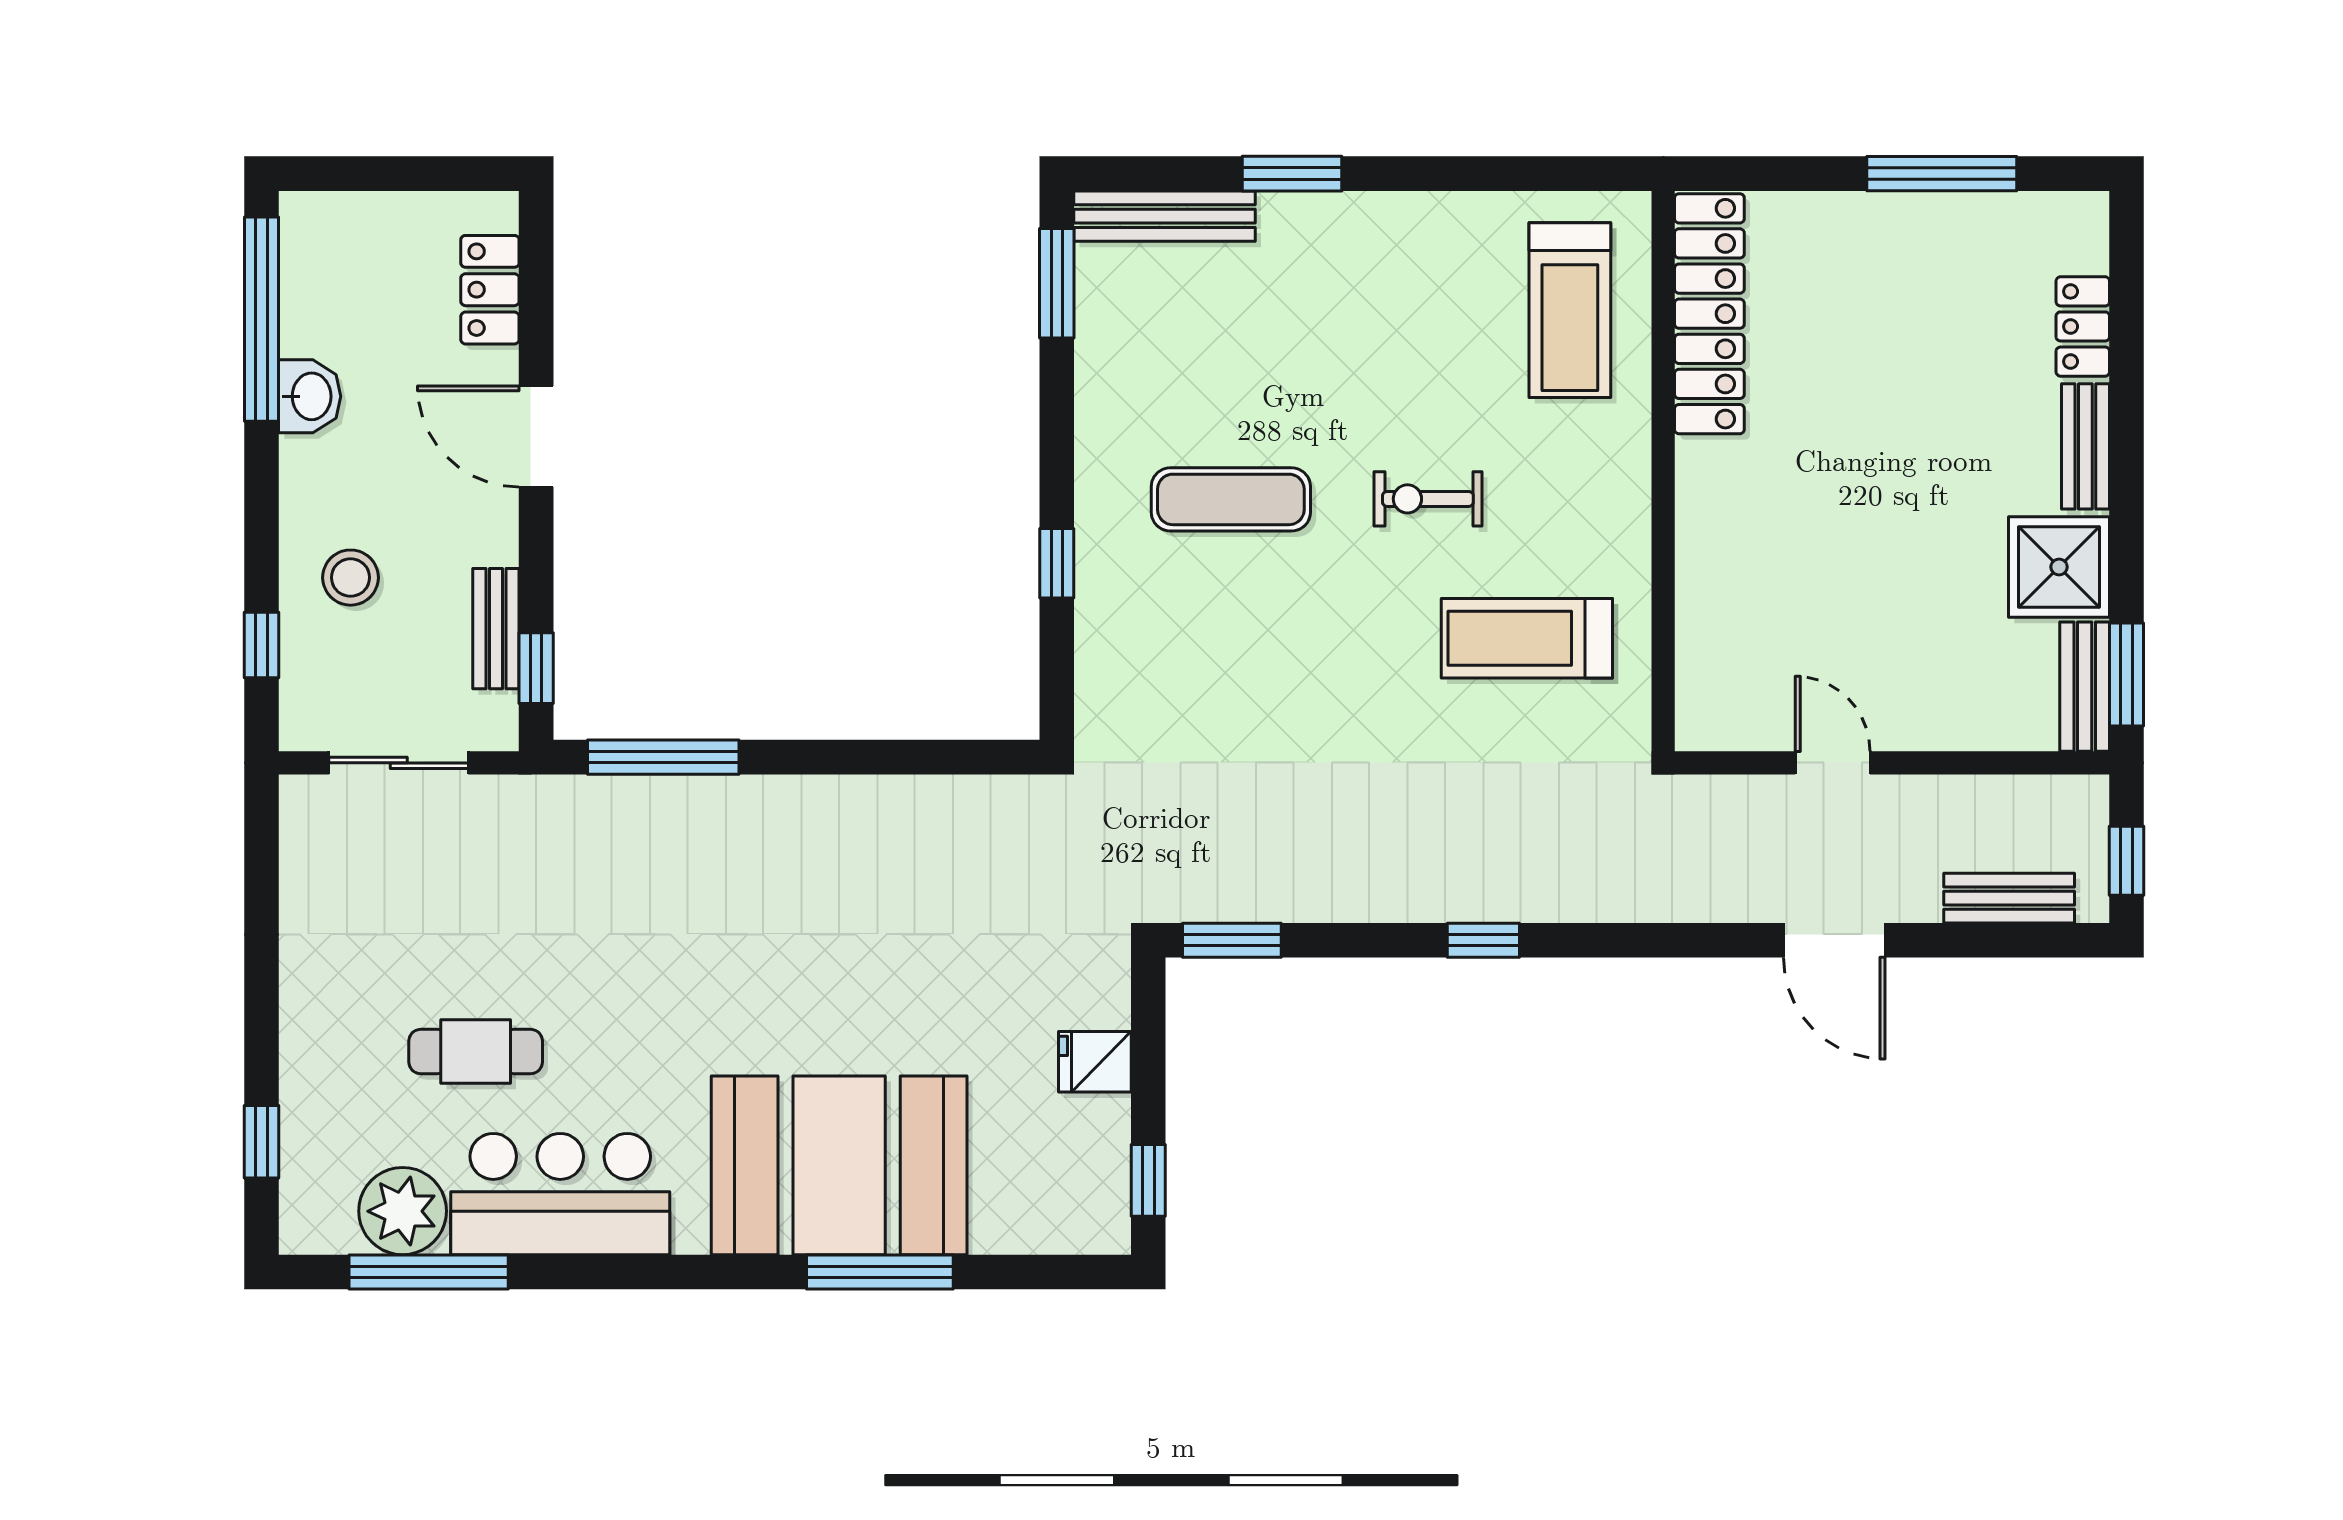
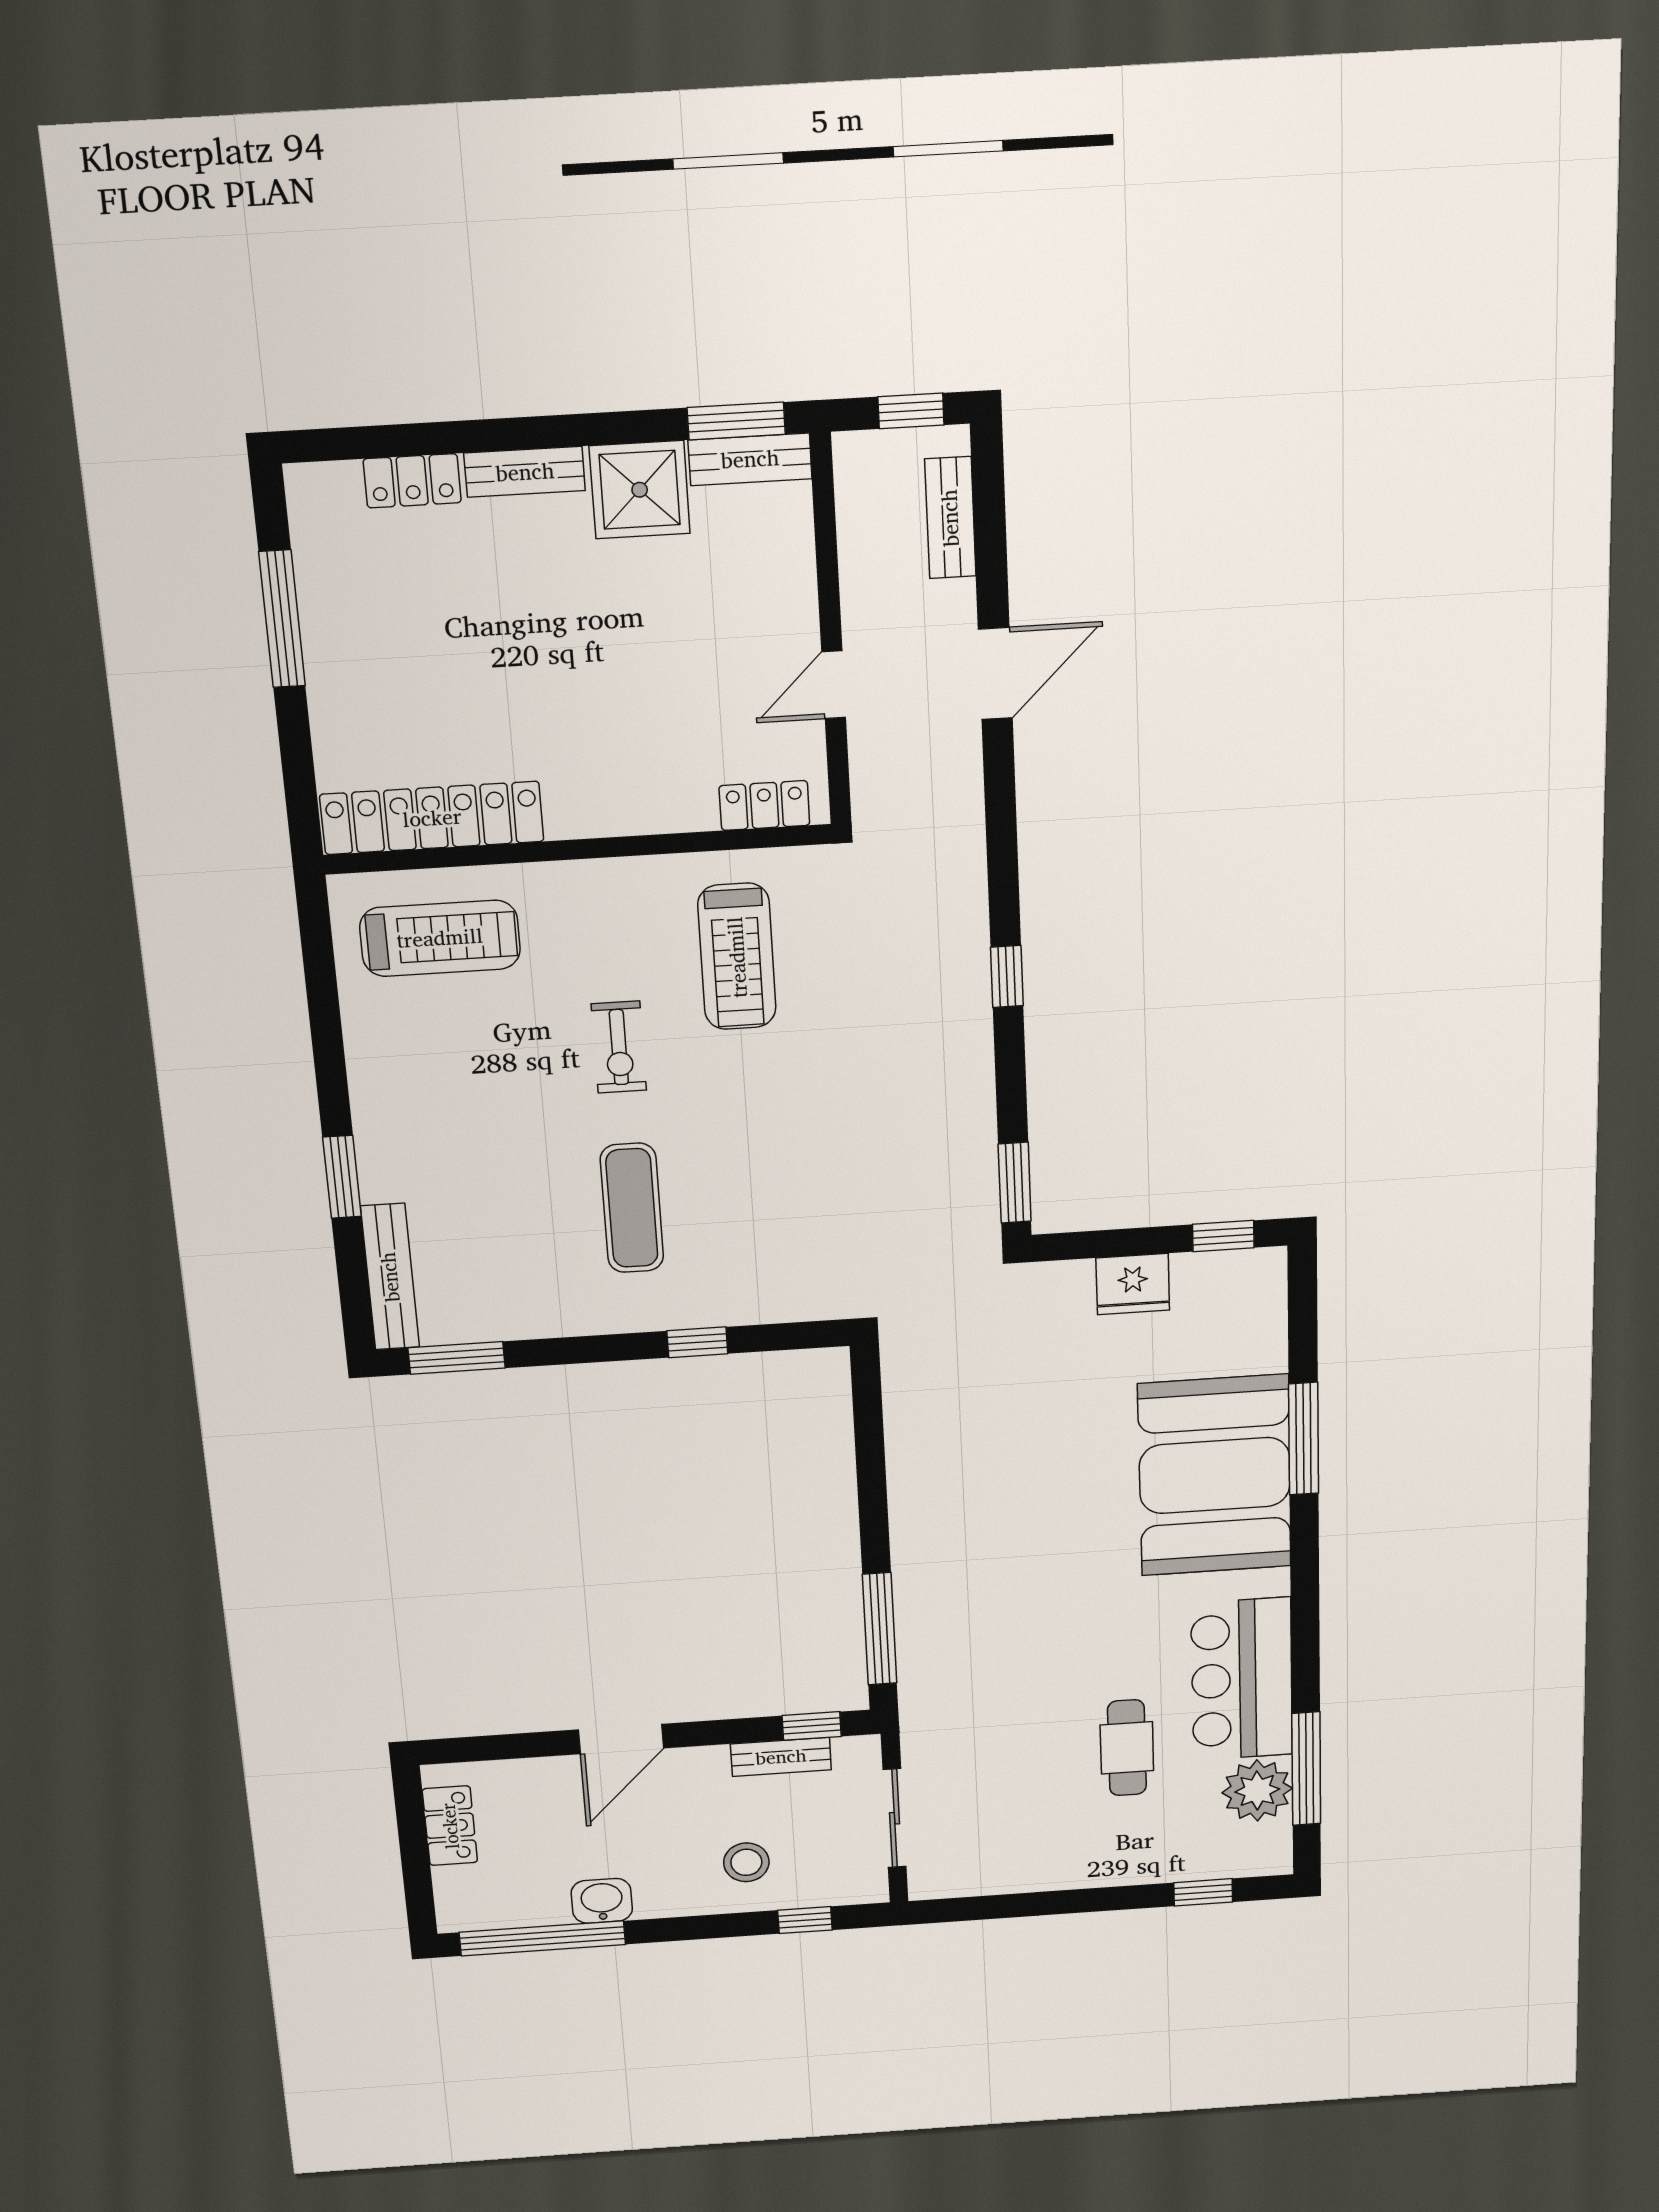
locker: (490, 290) -> (450, 1826), moved, turned -90
locker: (1701, 679) -> (764, 805), added
fridge: (1095, 1062) -> (1133, 1284), width x1.38

